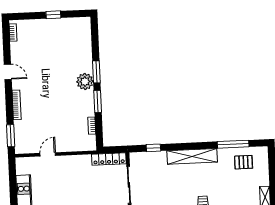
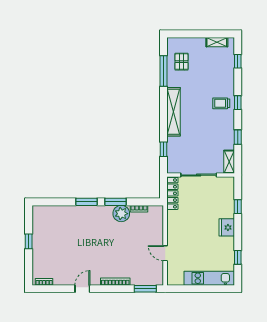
plant: (85, 82) -> (121, 214), moved

